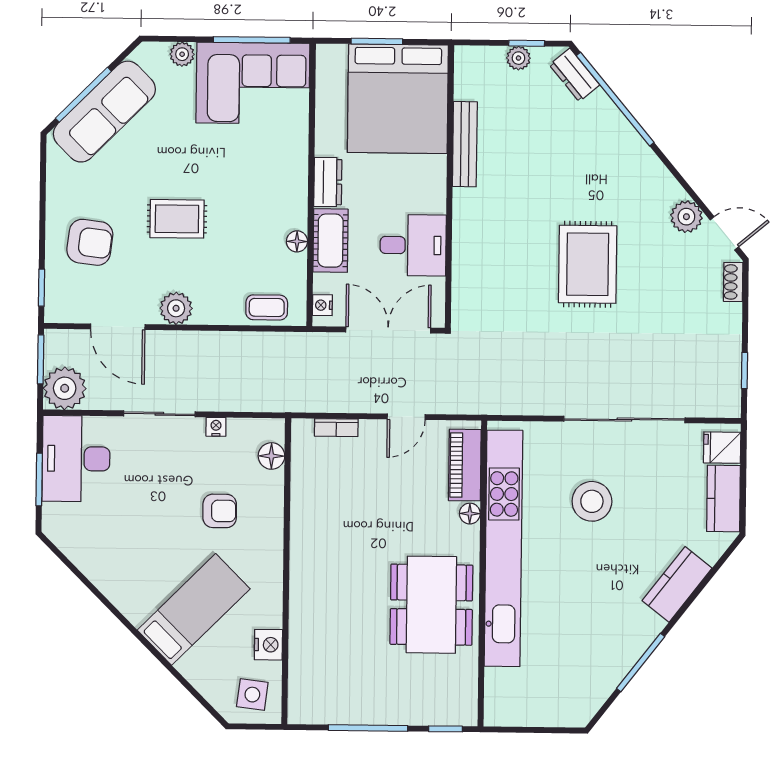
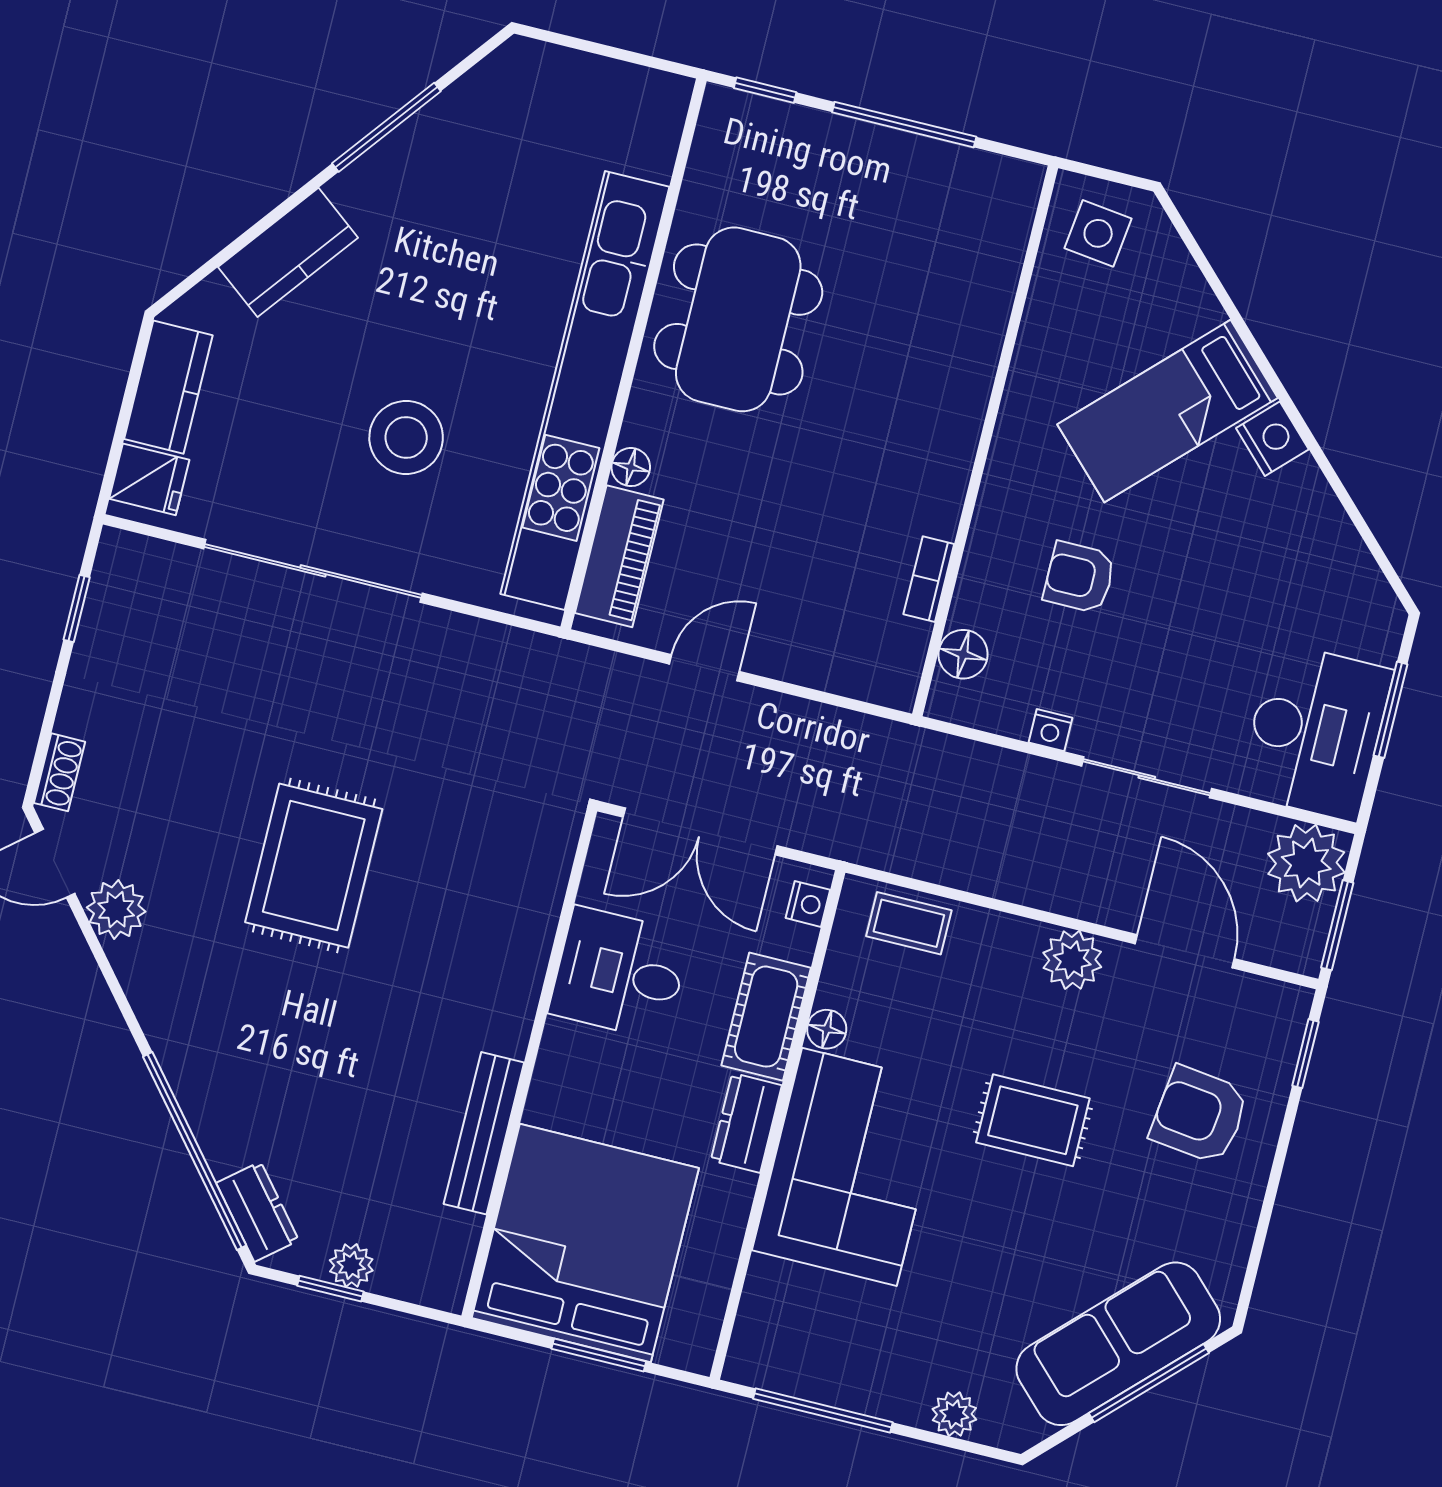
corner sofa: (253, 83) -> (849, 1167), moved, turned 90
bookcase: (336, 428) -> (929, 579), moved, turned -90
nightstand: (268, 645) -> (1272, 439), moved, turned 135

